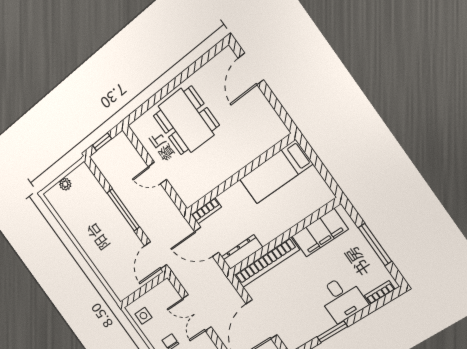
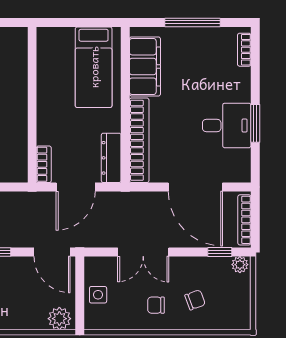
bed: (276, 172) -> (94, 67), moved
plant: (120, 288) -> (59, 319), added
desk: (342, 299) -> (227, 125), moved
side table: (143, 316) -> (98, 295), moved

